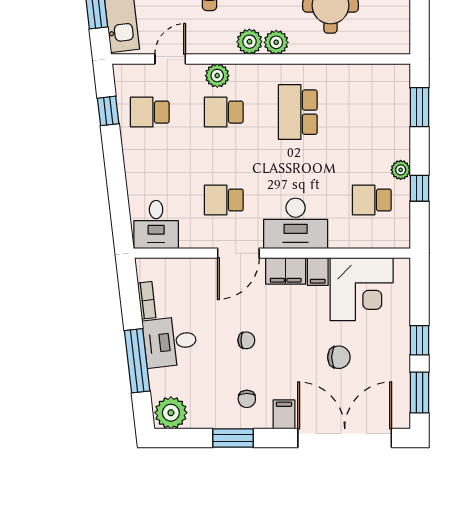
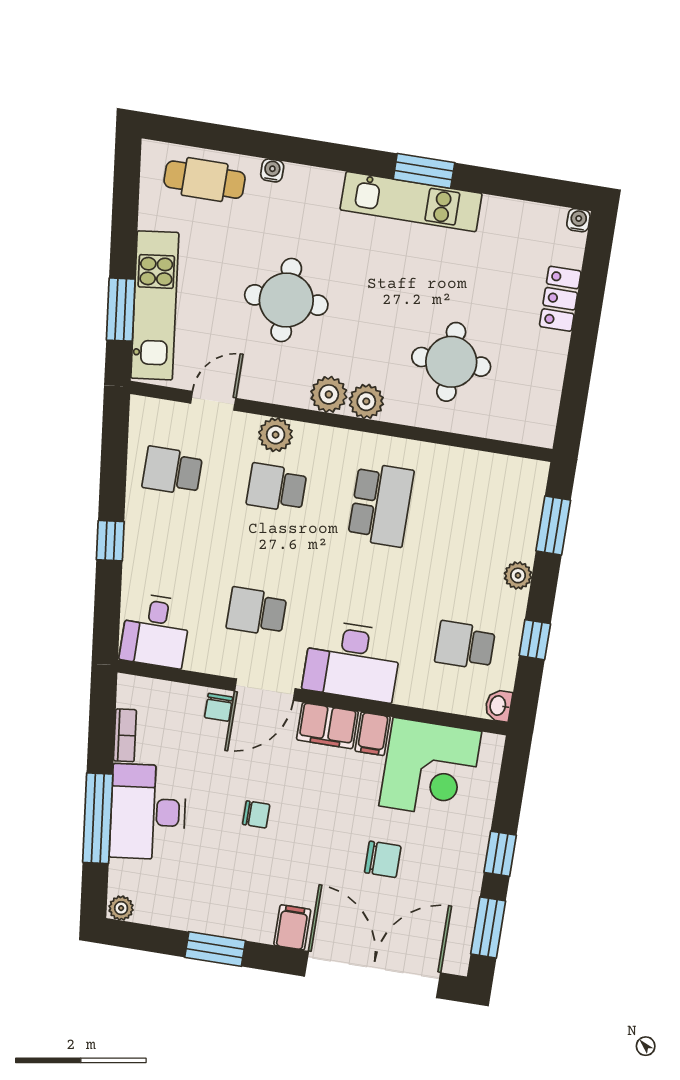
window: (108, 111) -> (110, 541), moved
school desk: (298, 112) -> (381, 505), turned 180
plant: (401, 170) -> (518, 575), moved
washbasin: (402, 238) -> (499, 706), added
desk: (170, 342) -> (148, 812), width x1.37
chair: (247, 399) -> (219, 707), moved
plant: (171, 413) -> (121, 908), width x0.53, depth x0.53

